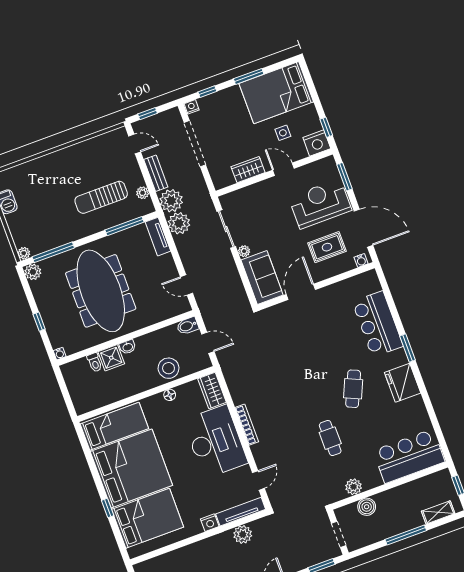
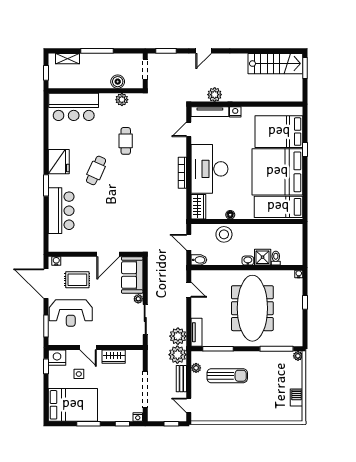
plant: (33, 272) -> (296, 340), removed

